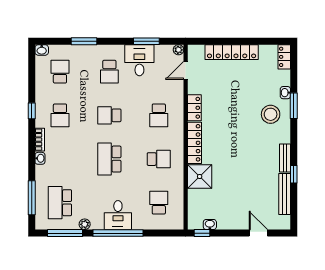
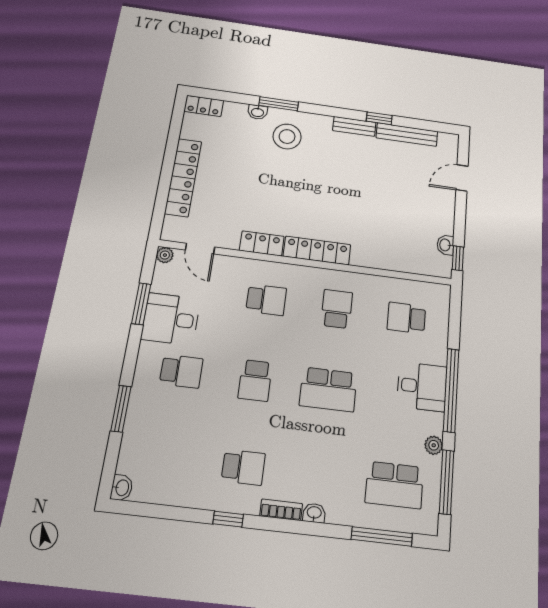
school desk: (60, 72) -> (166, 458), removed
shower: (200, 176) -> (370, 250), removed

